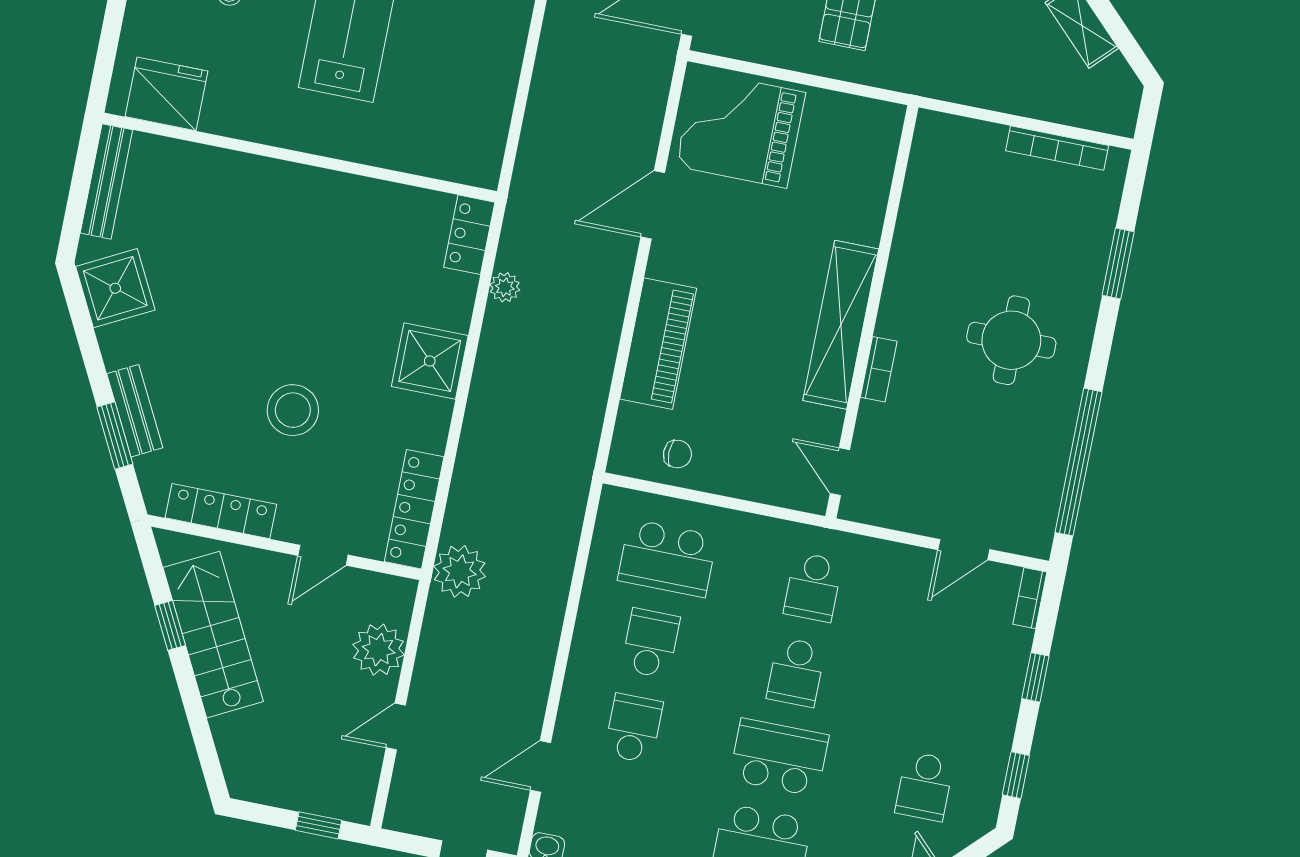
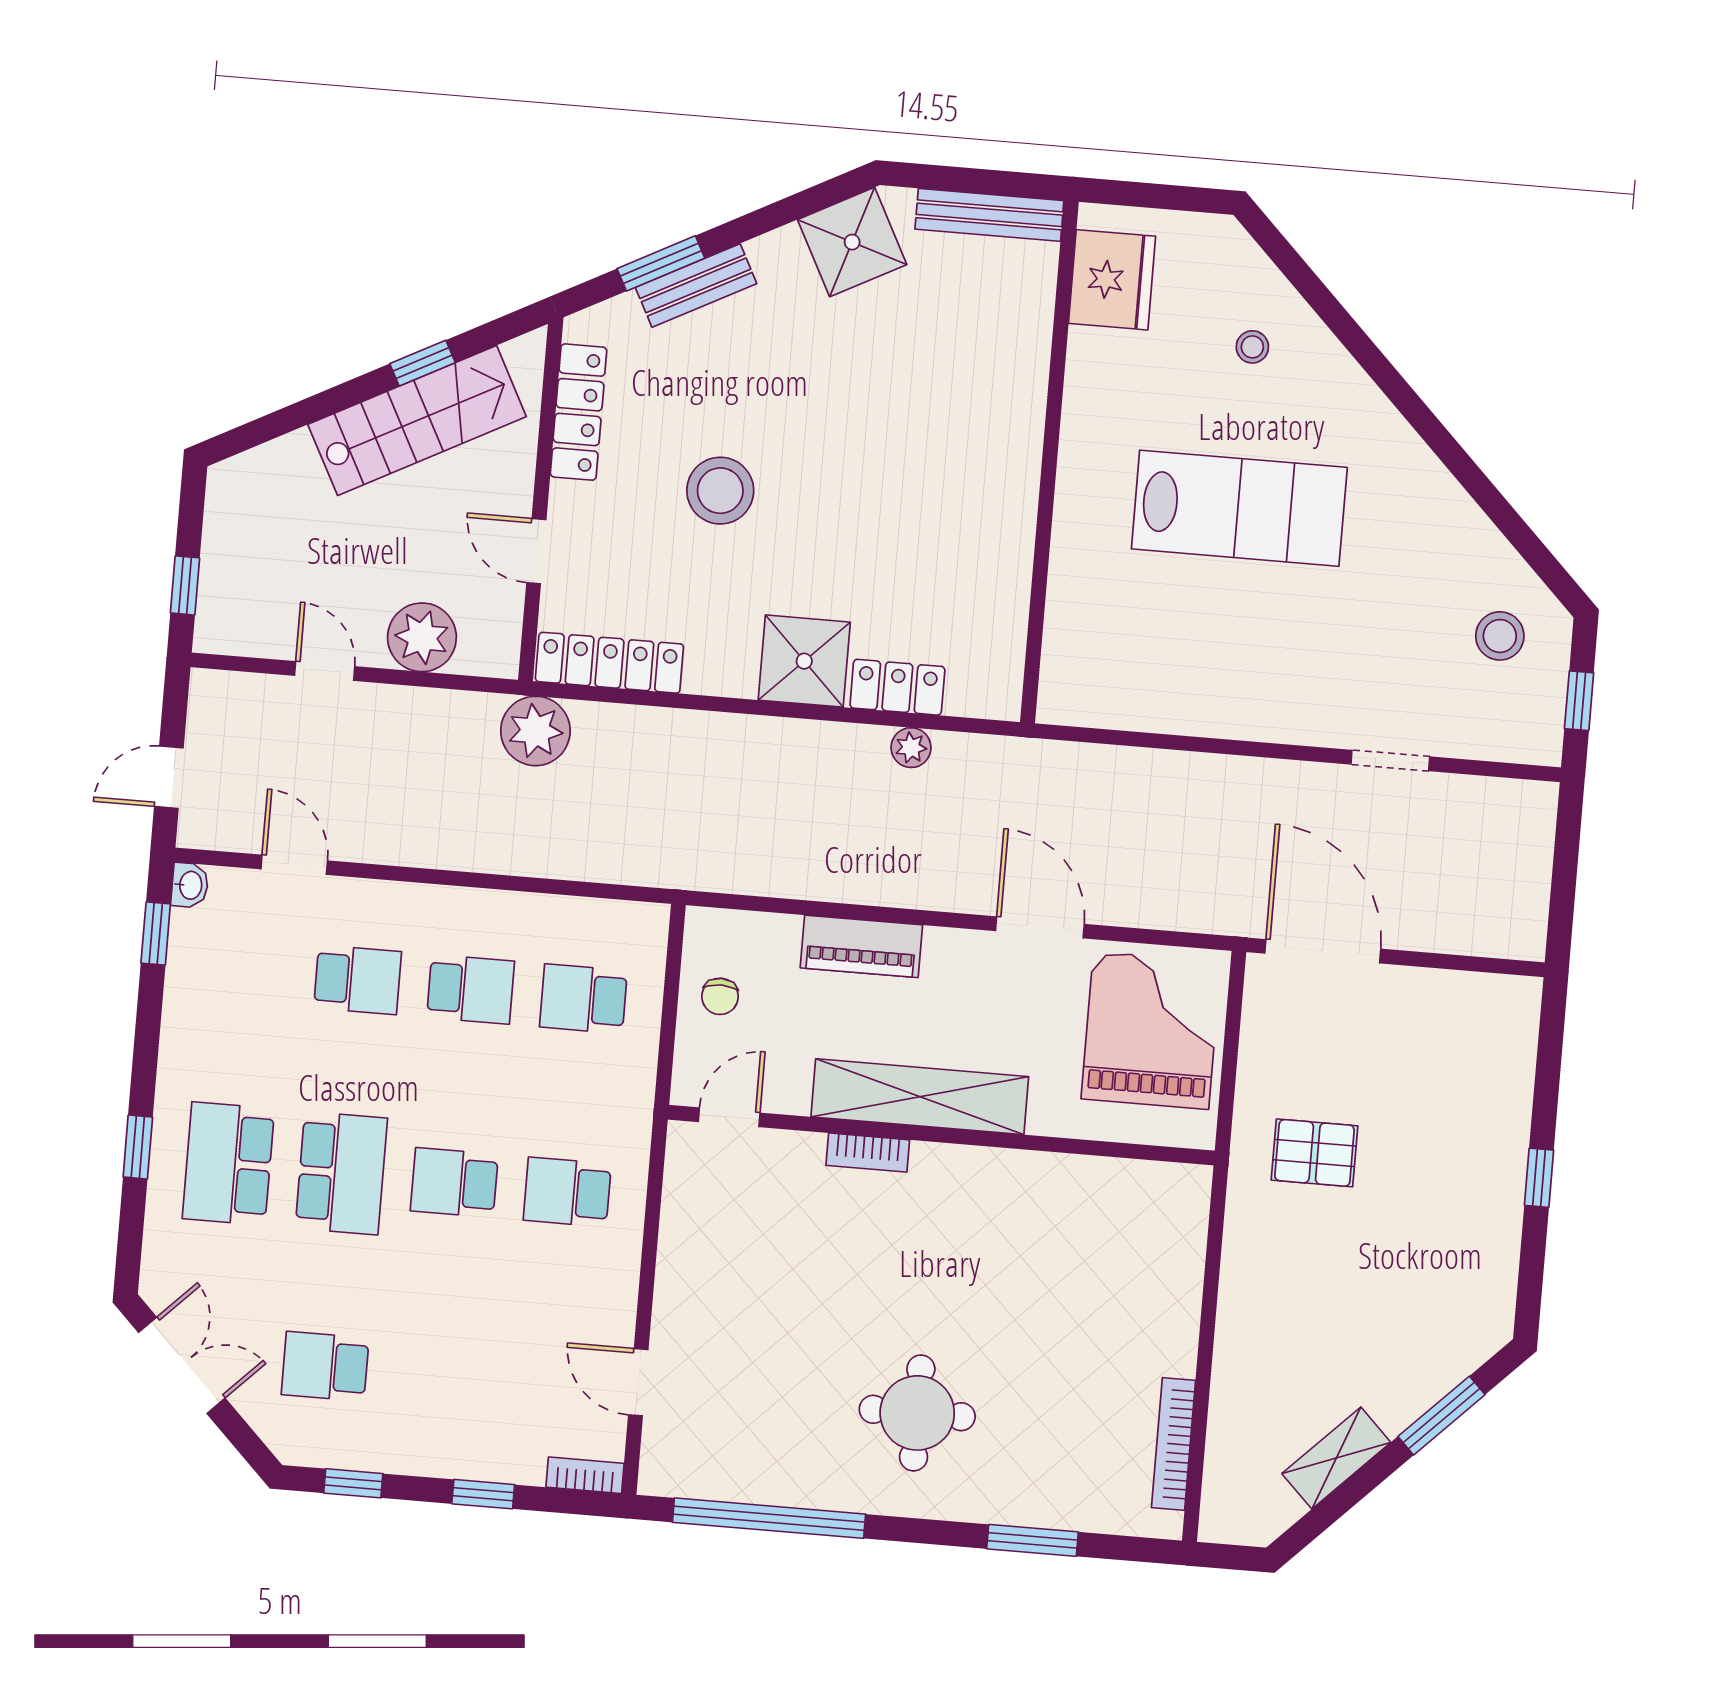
locker: (469, 235) -> (897, 687), moved
wall: (872, 312) -> (941, 1135), moved
shelving: (841, 325) -> (920, 1097), moved
piano: (658, 344) -> (861, 946), width x0.73, depth x0.75
bookcase: (879, 369) -> (868, 1153), moved
door: (840, 472) -> (729, 1117), moved
school desk: (667, 558) -> (583, 999), width x0.54

